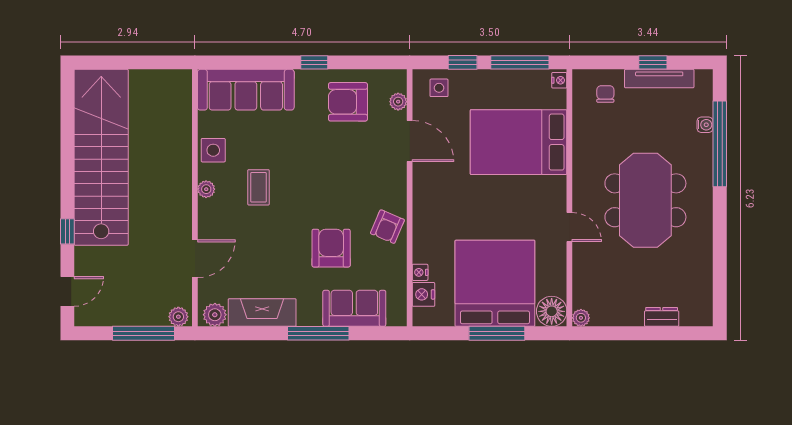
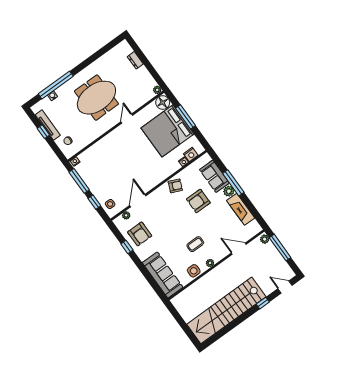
window: (314, 62) -> (127, 247), moved
bed: (519, 142) -> (109, 160), removed
plant: (215, 315) -> (229, 191), moved

